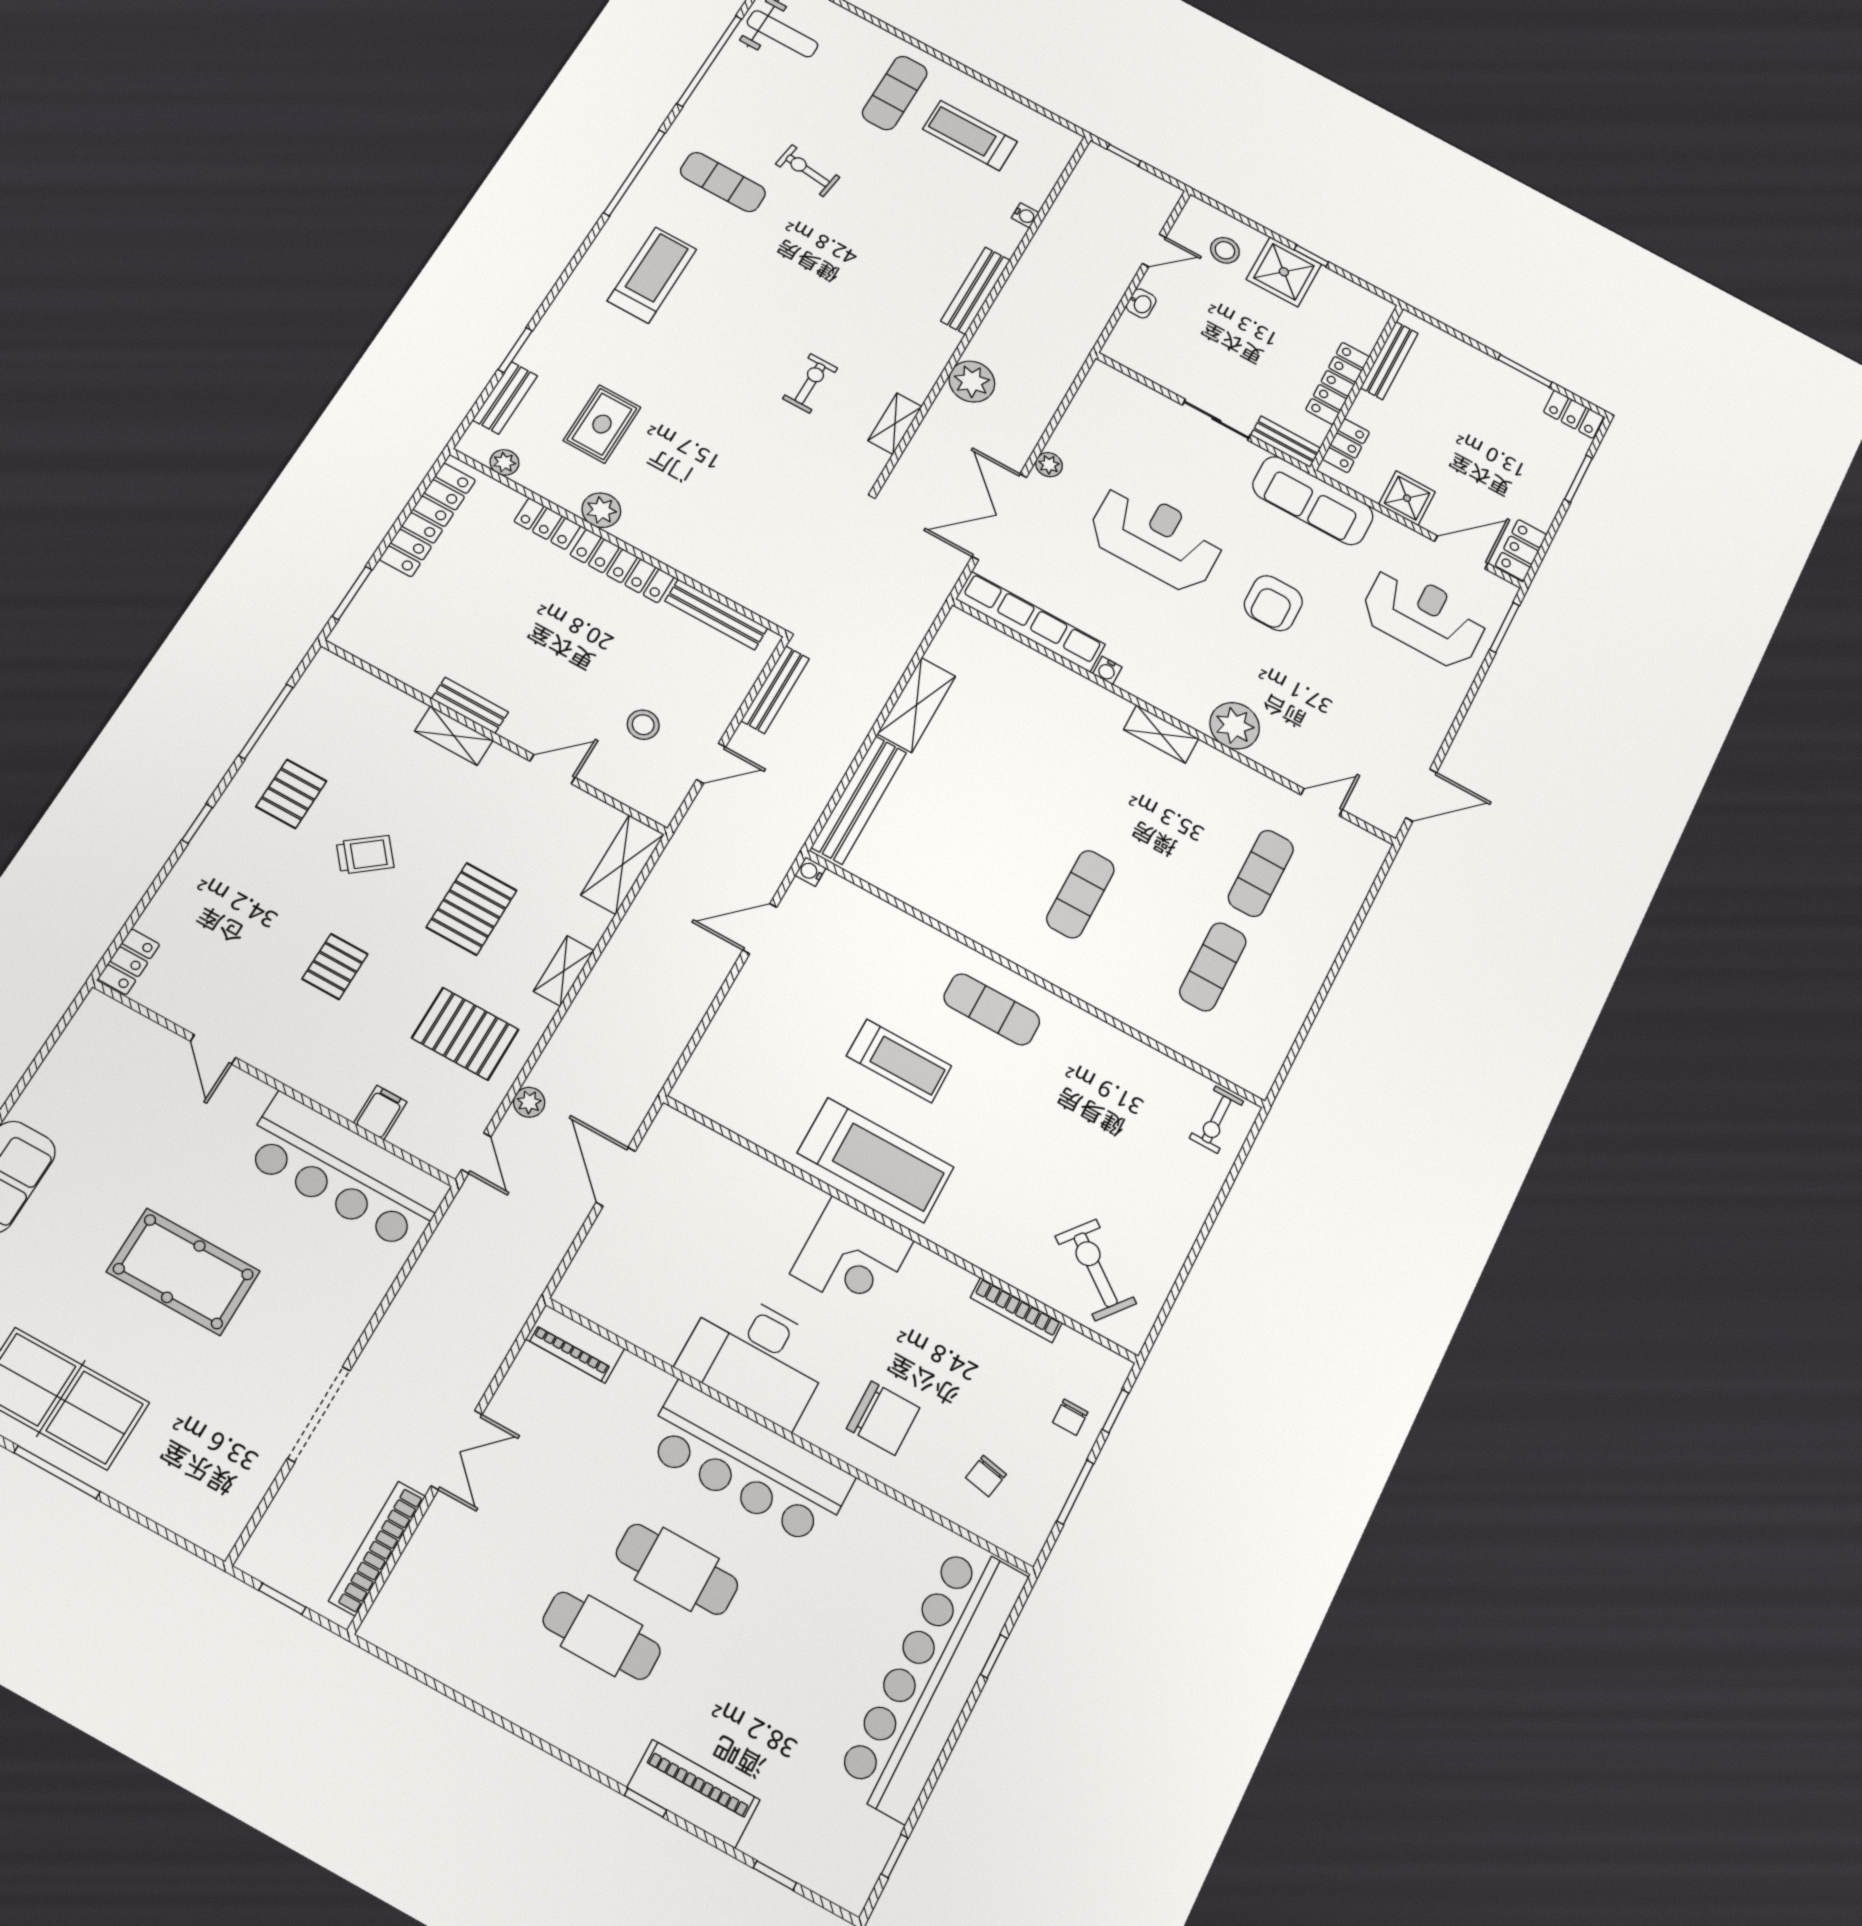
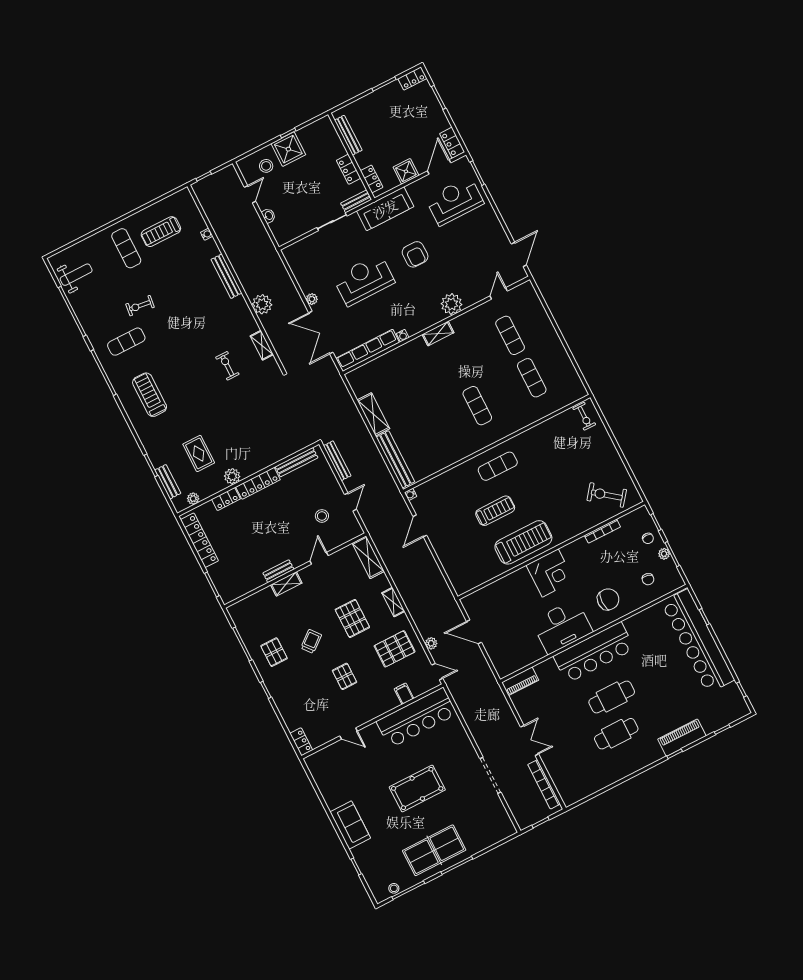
locker: (1338, 383) -> (349, 169), width x0.66
plant: (1063, 1474) -> (664, 554), added

